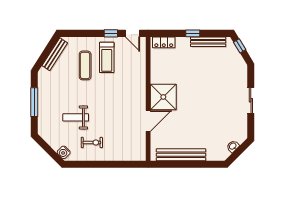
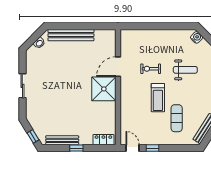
treadmill: (107, 57) -> (158, 98), moved, turned 180
exercise bike: (92, 143) -> (151, 69), moved
bench: (181, 155) -> (71, 35), moved

